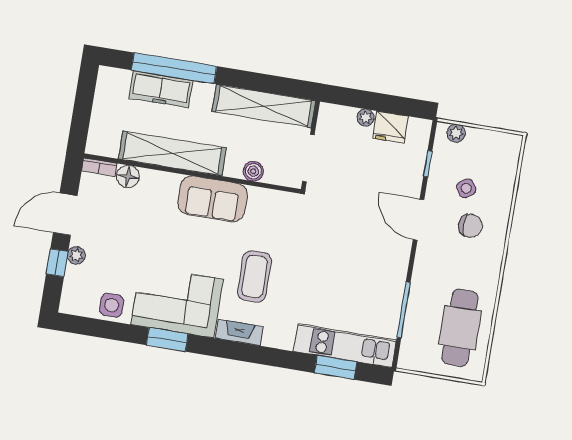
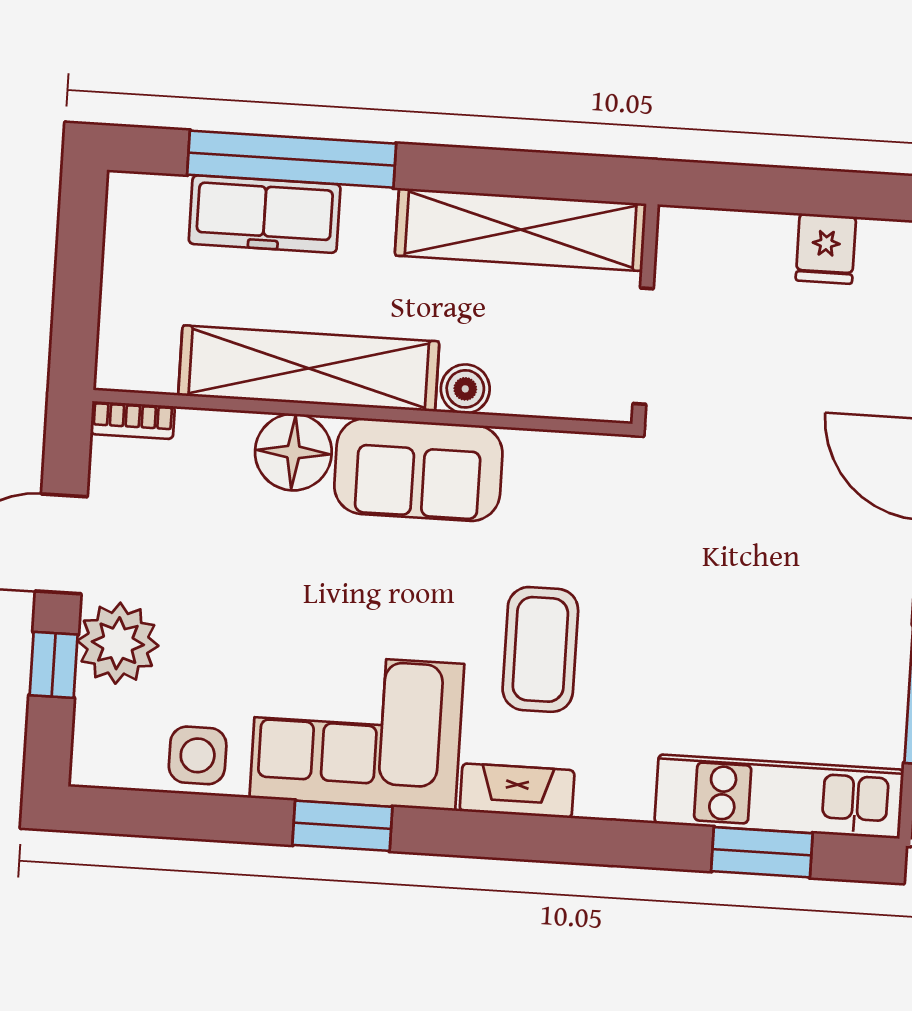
plant: (366, 118) -> (773, 233), removed
fridge: (391, 127) -> (826, 249), width x0.72
boiler: (253, 171) -> (465, 389), moved
floor lamp: (128, 177) -> (293, 452), moved, width x1.38, depth x1.38
plant: (76, 255) -> (118, 643), width x1.88, depth x1.88

